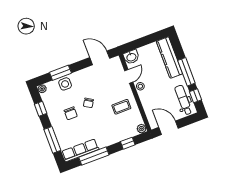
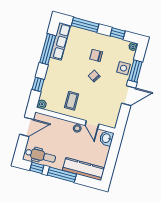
door: (100, 58) -> (129, 96), moved

